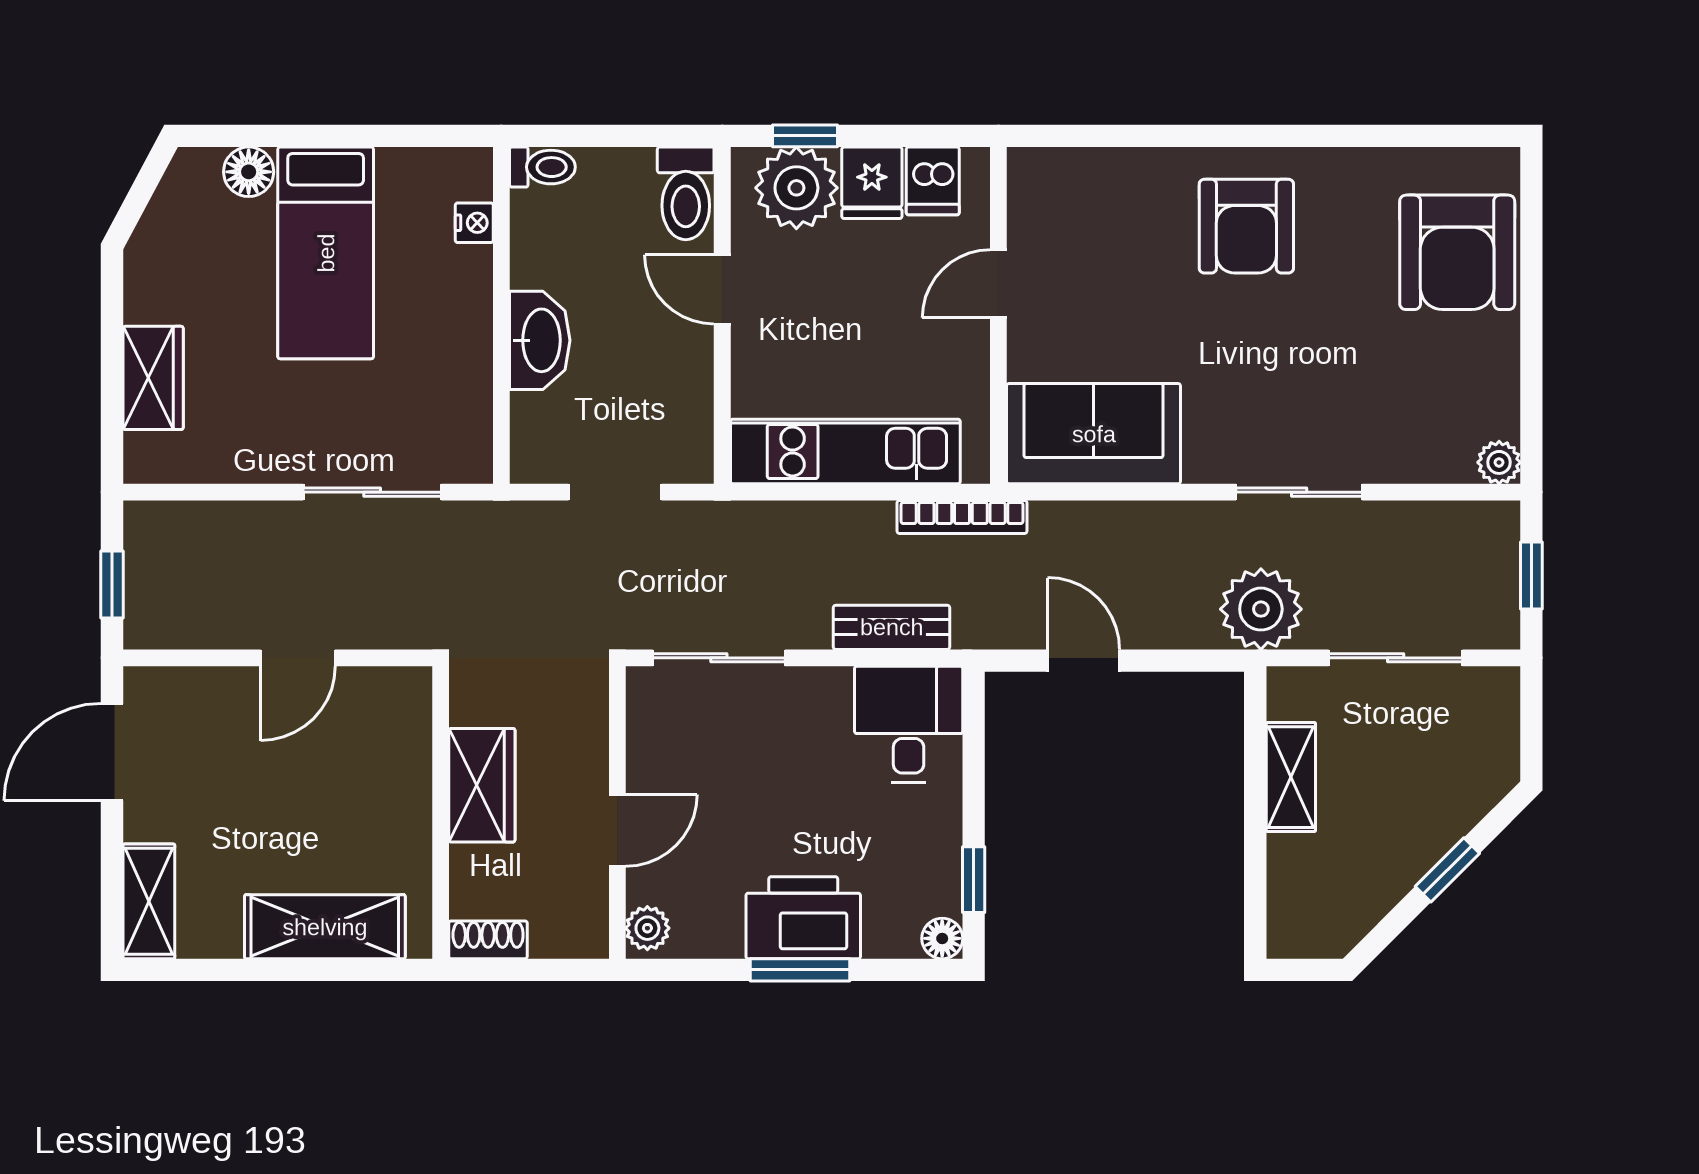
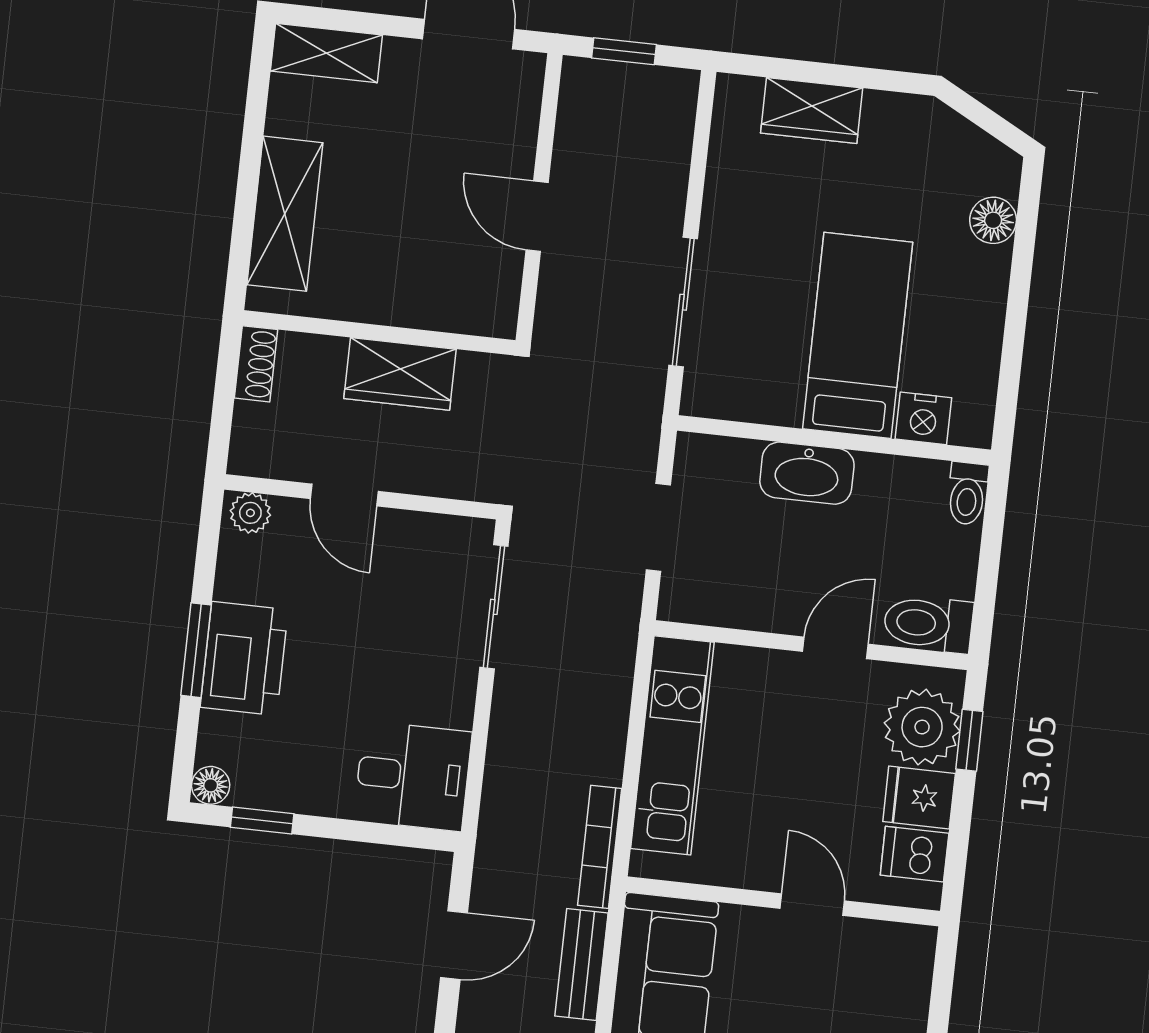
nightstand: (474, 223) -> (923, 418), width x1.39, depth x1.35
bed: (326, 253) -> (858, 335), moved, turned 90
bench: (892, 627) -> (581, 964), moved

